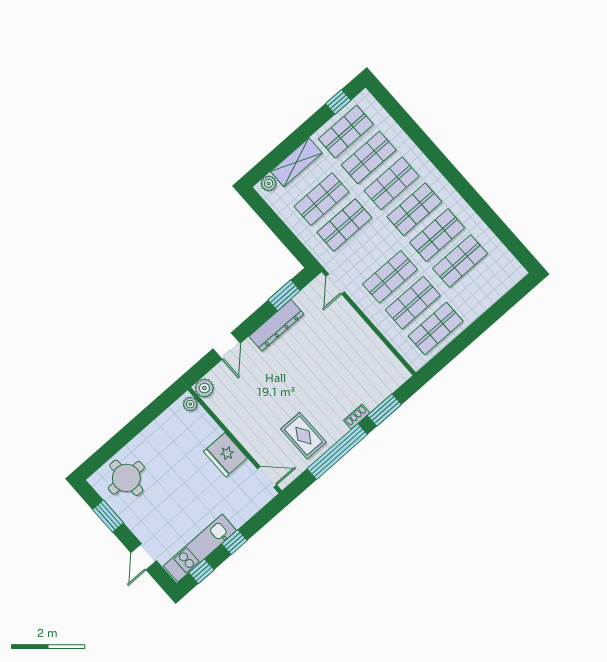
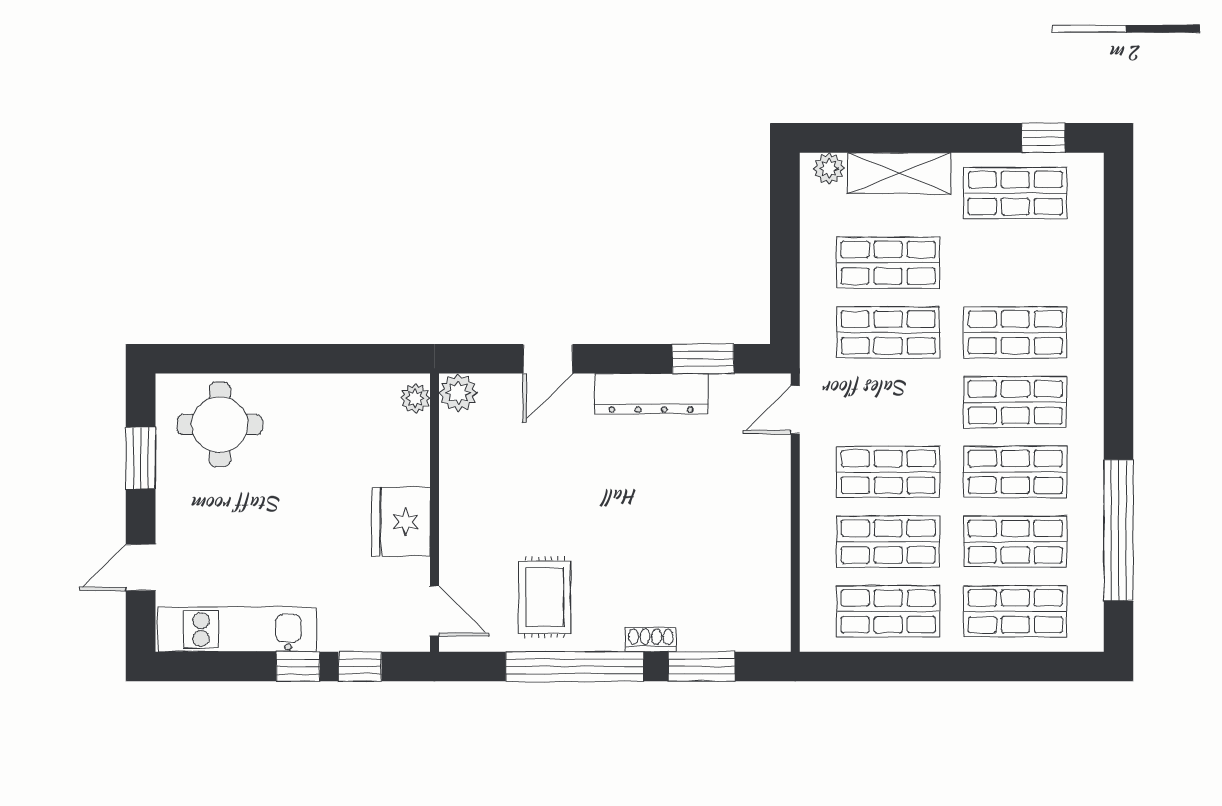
shop shelf: (369, 157) -> (1015, 611), moved
window: (495, 223) -> (1118, 530), added
window: (201, 571) -> (360, 667), moved

